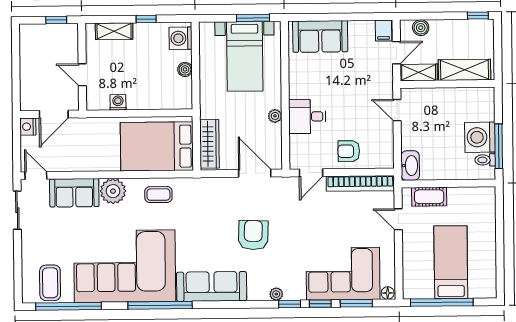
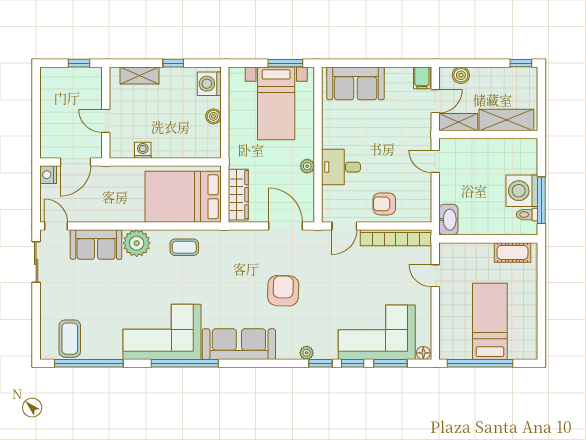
cot: (429, 197) -> (512, 252), moved
corner sofa: (125, 266) -> (162, 332), width x0.73, depth x0.74

